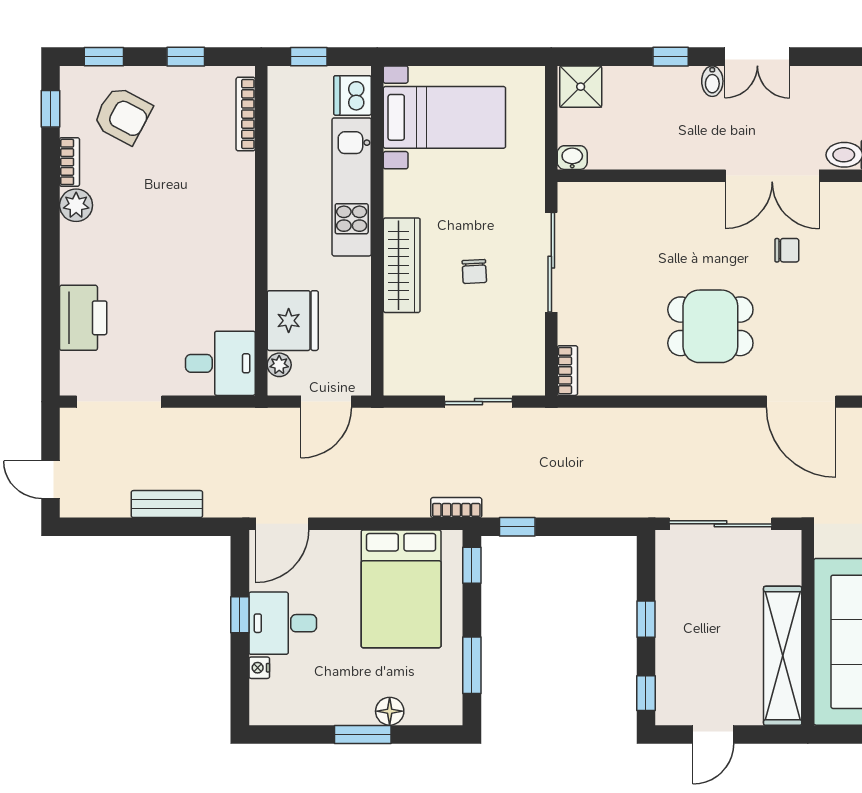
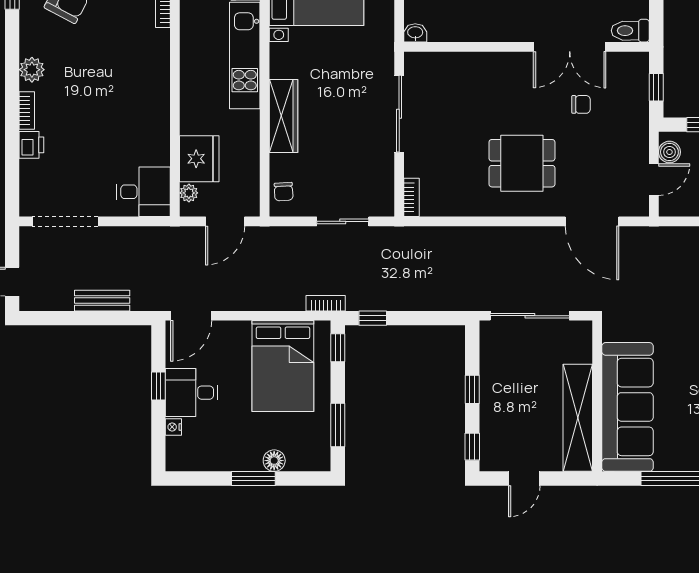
bookcase: (69, 162) -> (27, 111), moved
chair: (474, 272) -> (284, 192), moved
printer: (83, 318) -> (31, 145), width x0.53, depth x0.68

